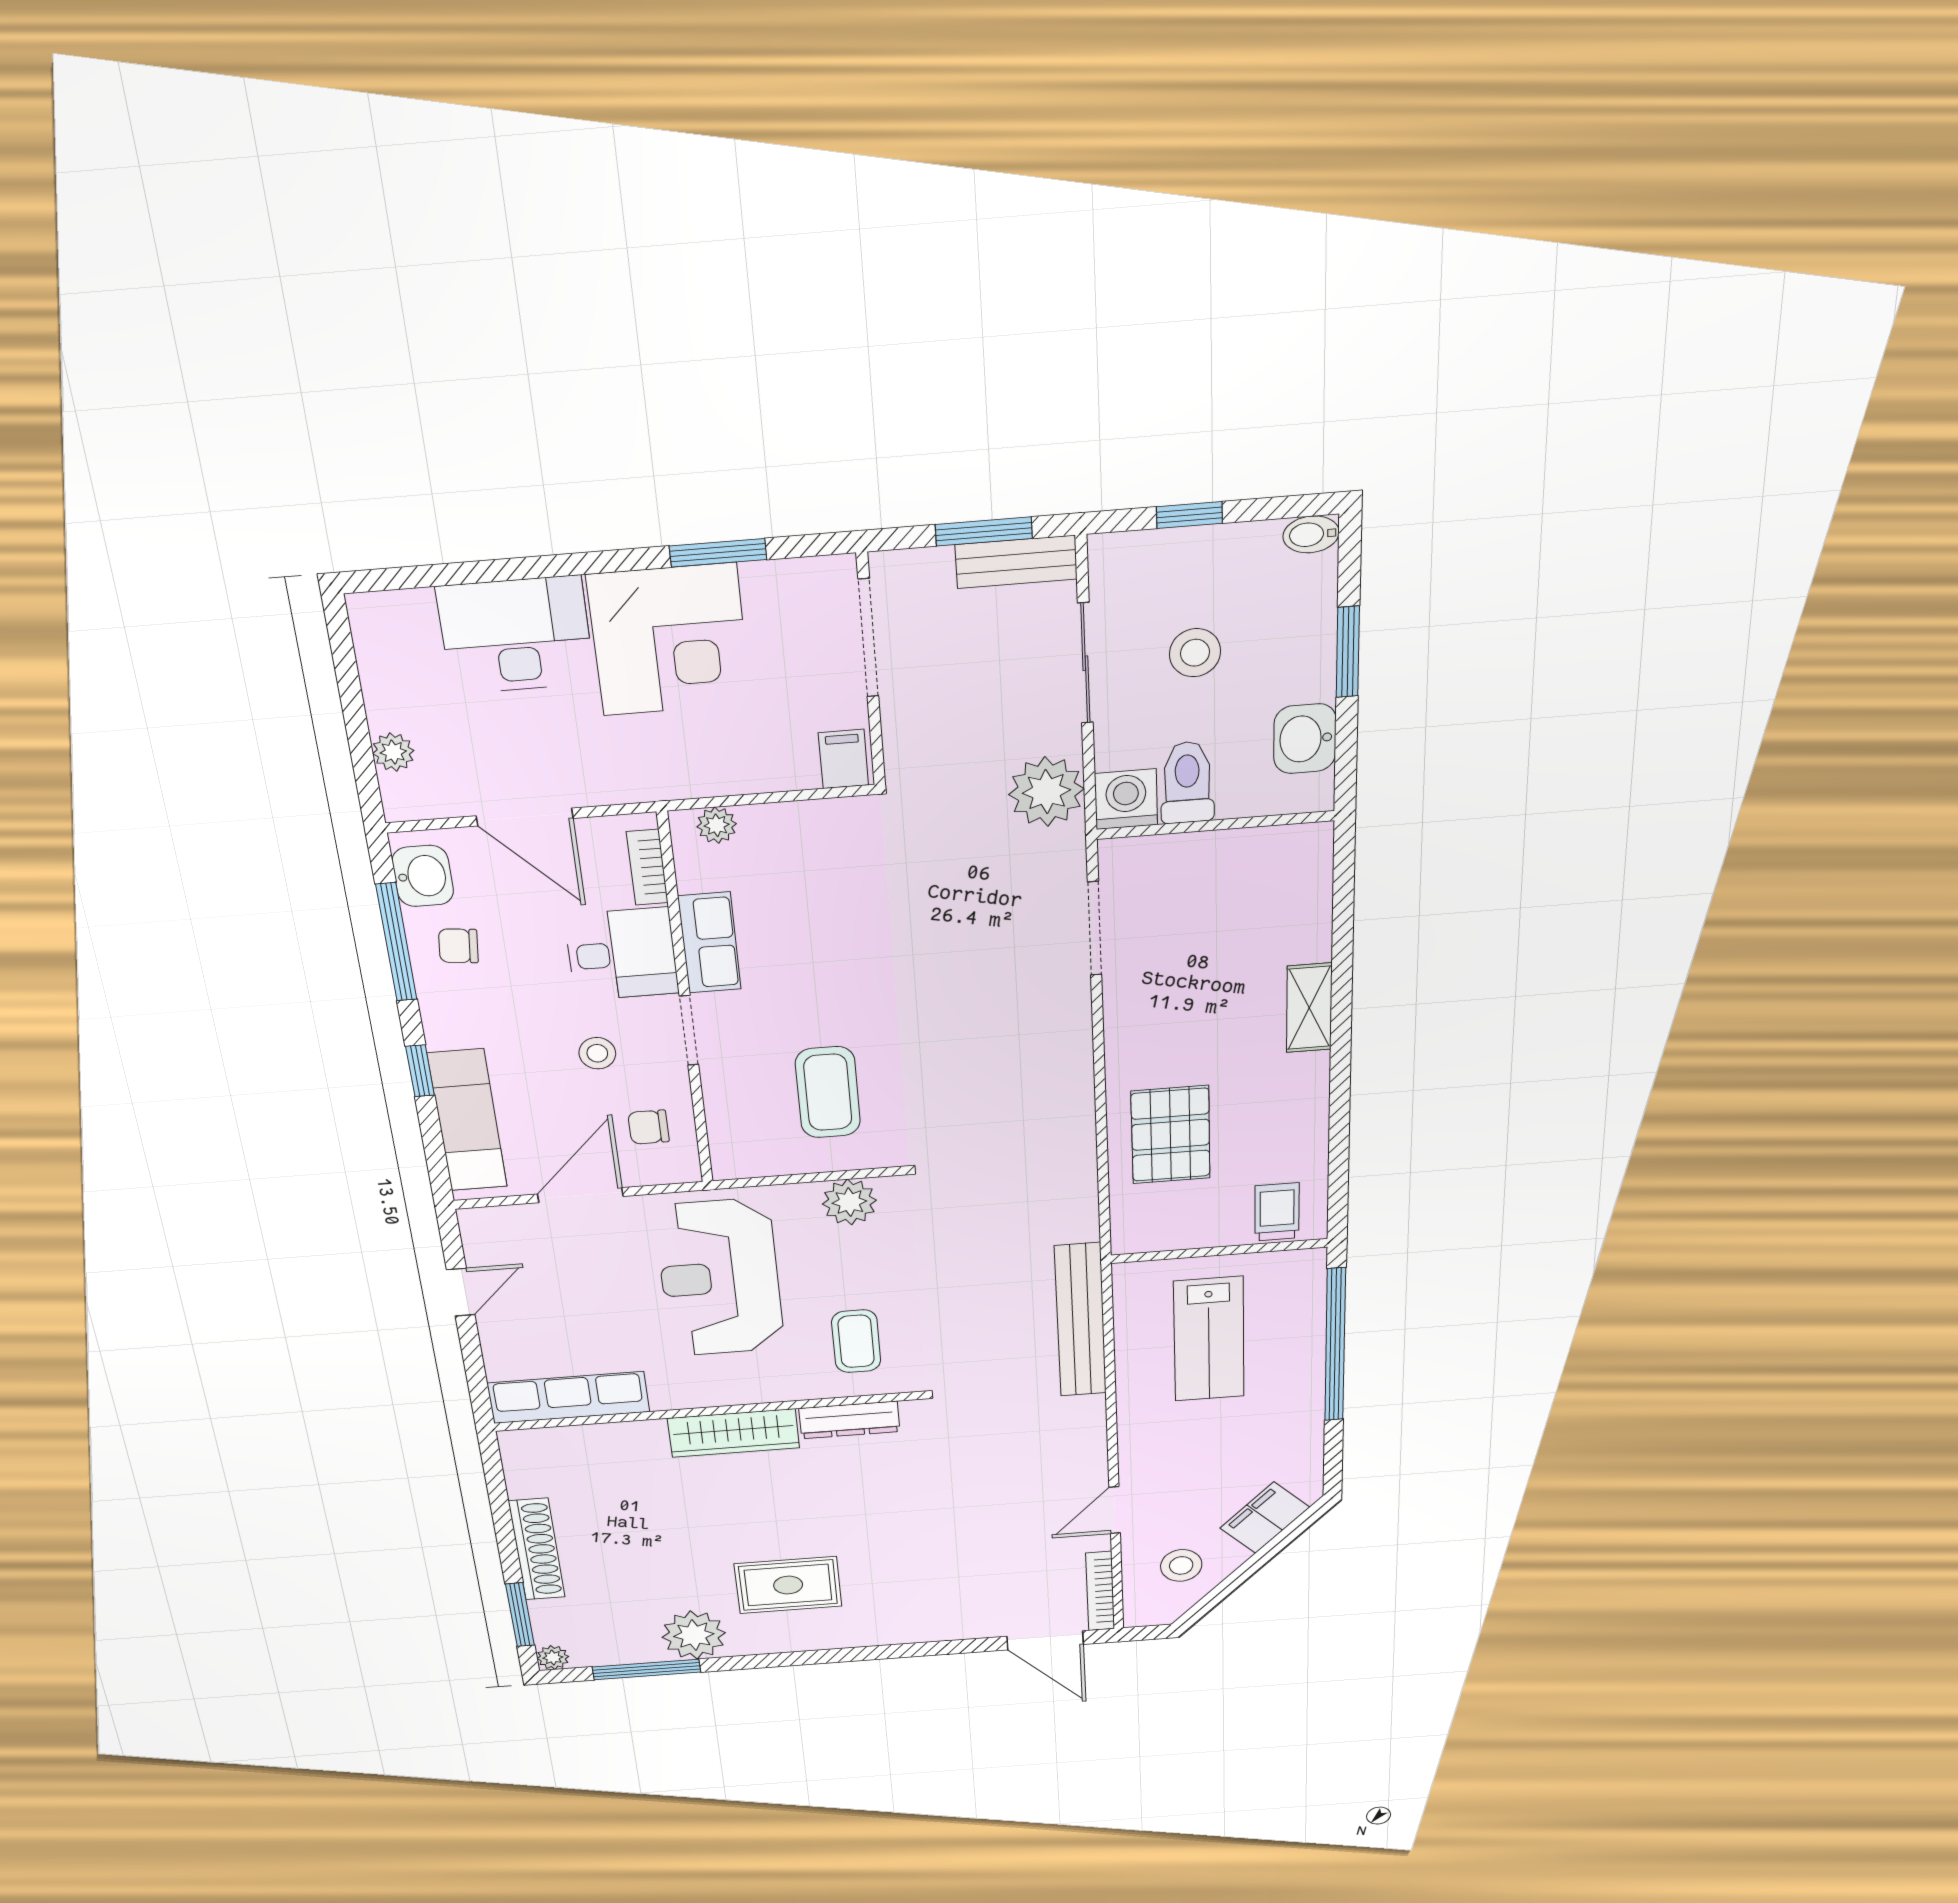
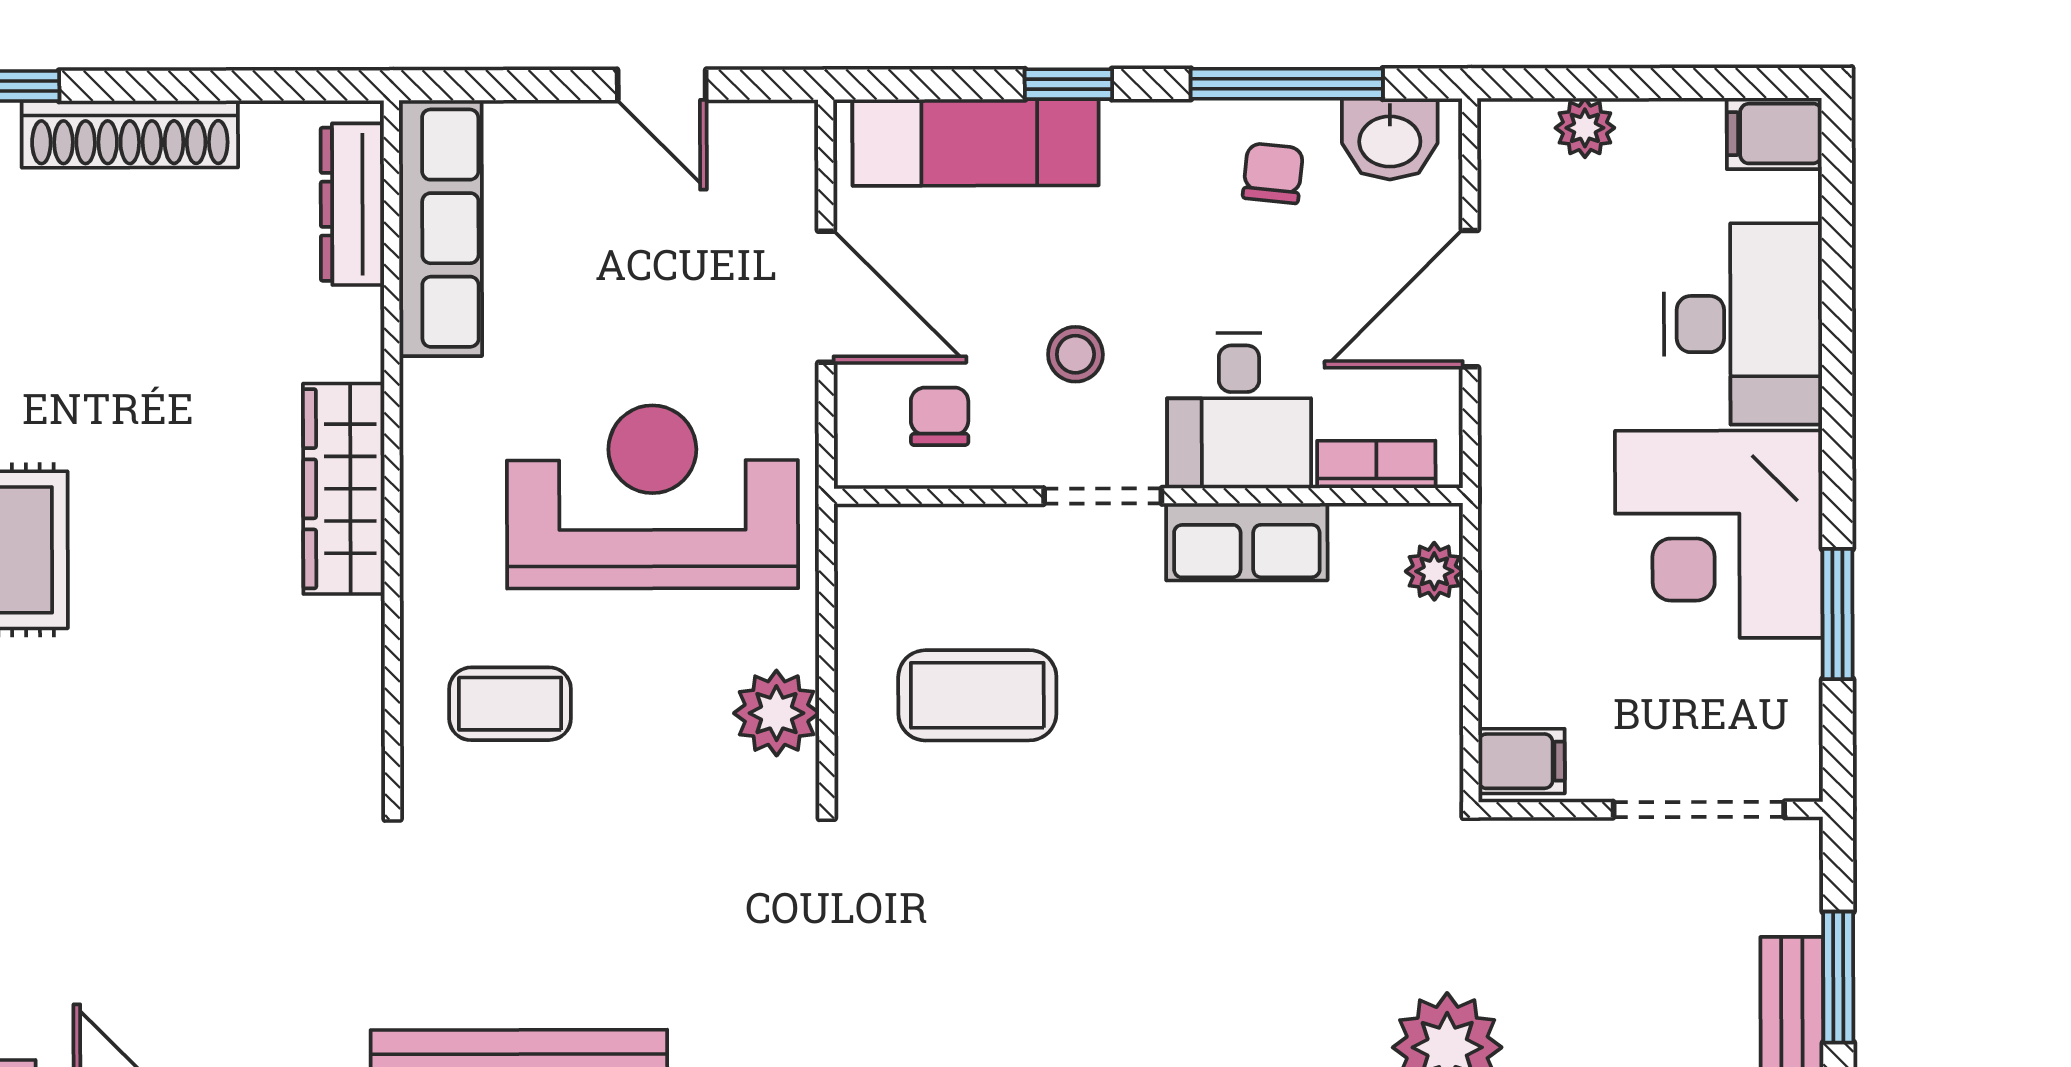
filing cabinet: (375, 624) -> (1774, 134), added
dresser: (849, 1420) -> (352, 204), moved

